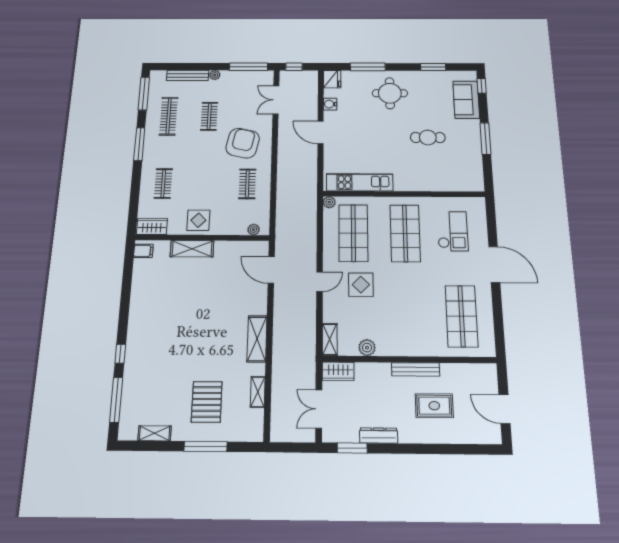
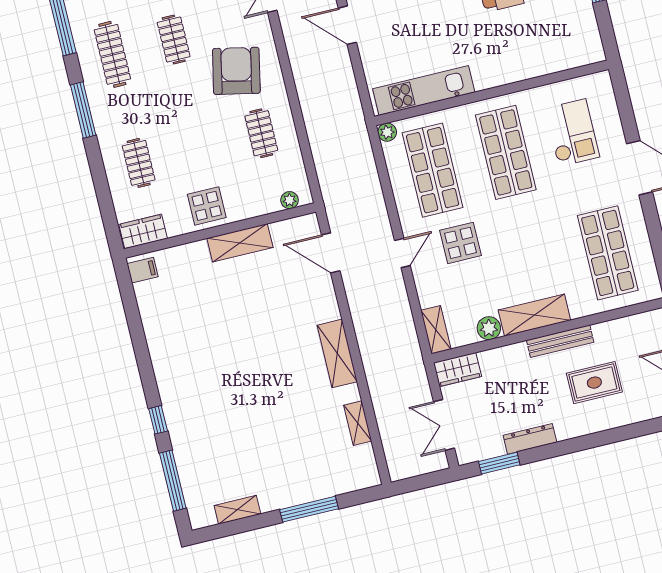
shelving: (192, 249) -> (240, 243), moved
shelving: (401, 346) -> (534, 315), added
pallet: (207, 402) -> (294, 453), removed

